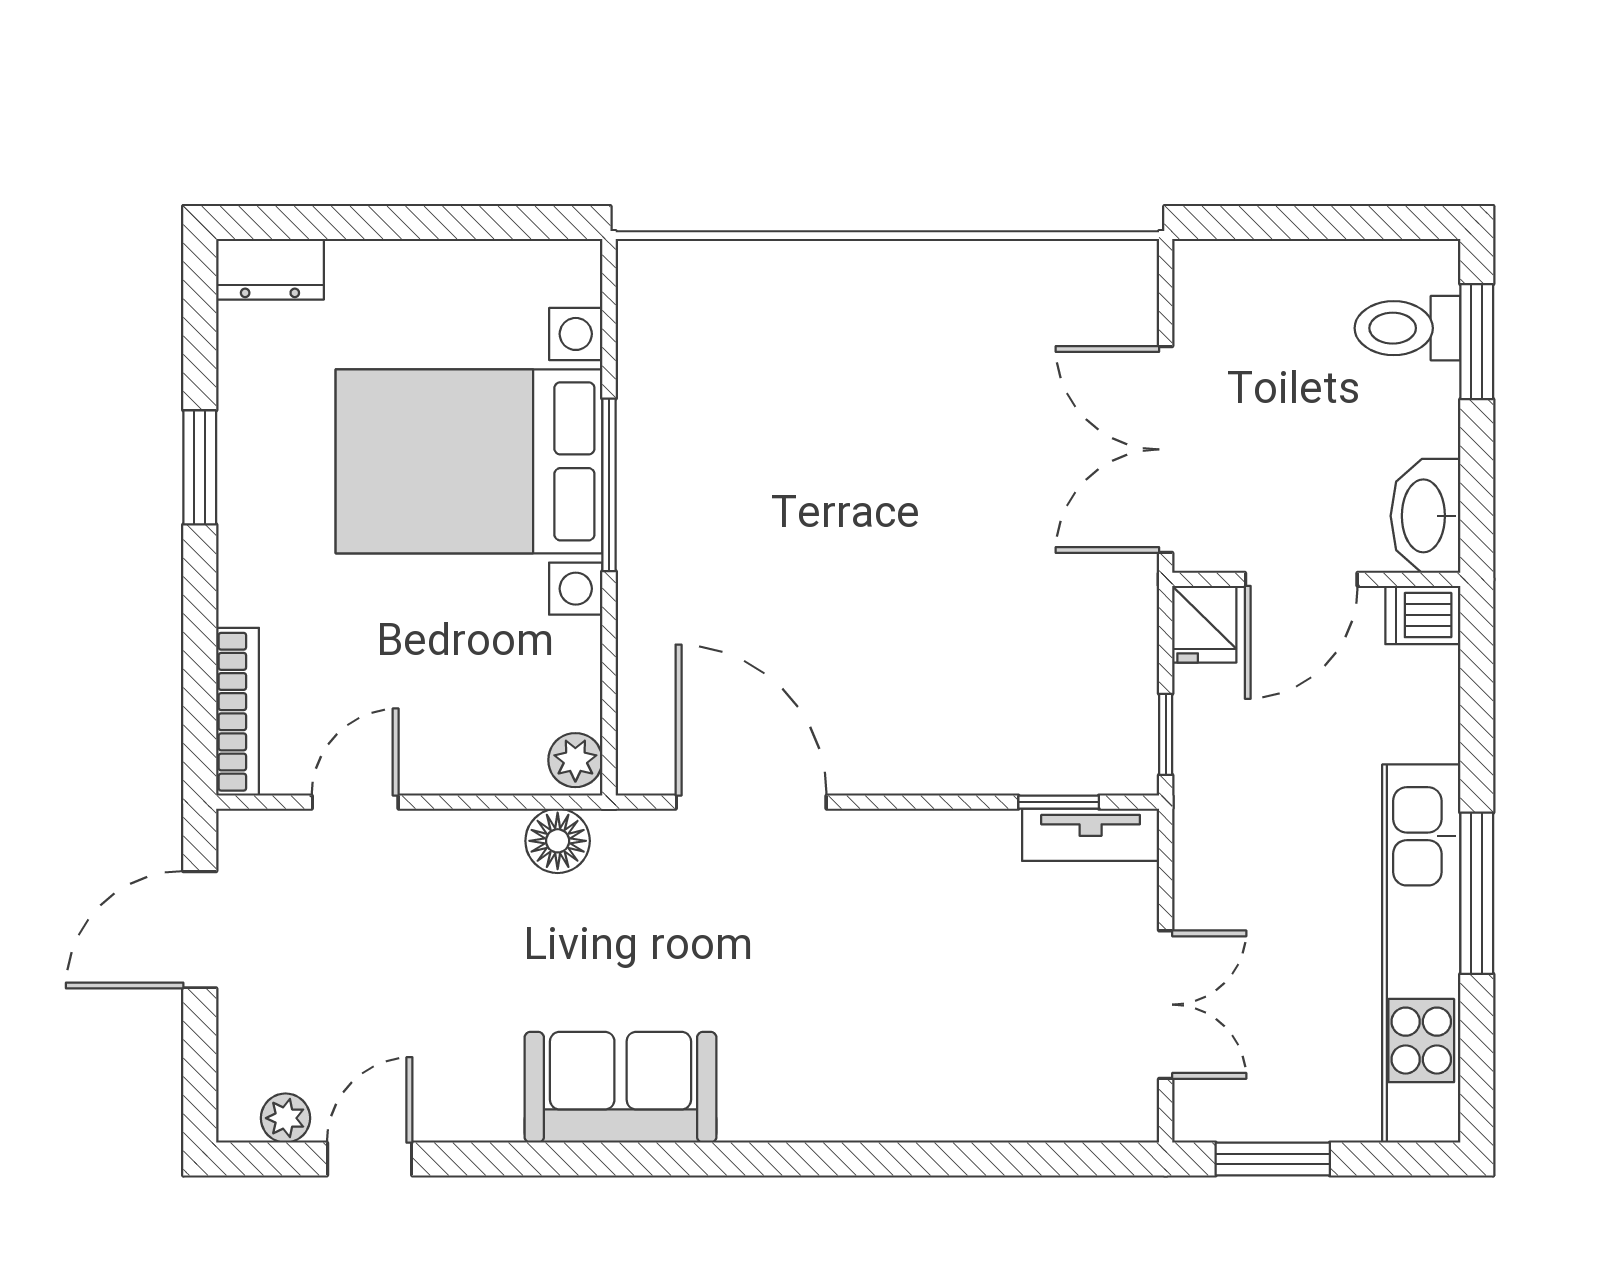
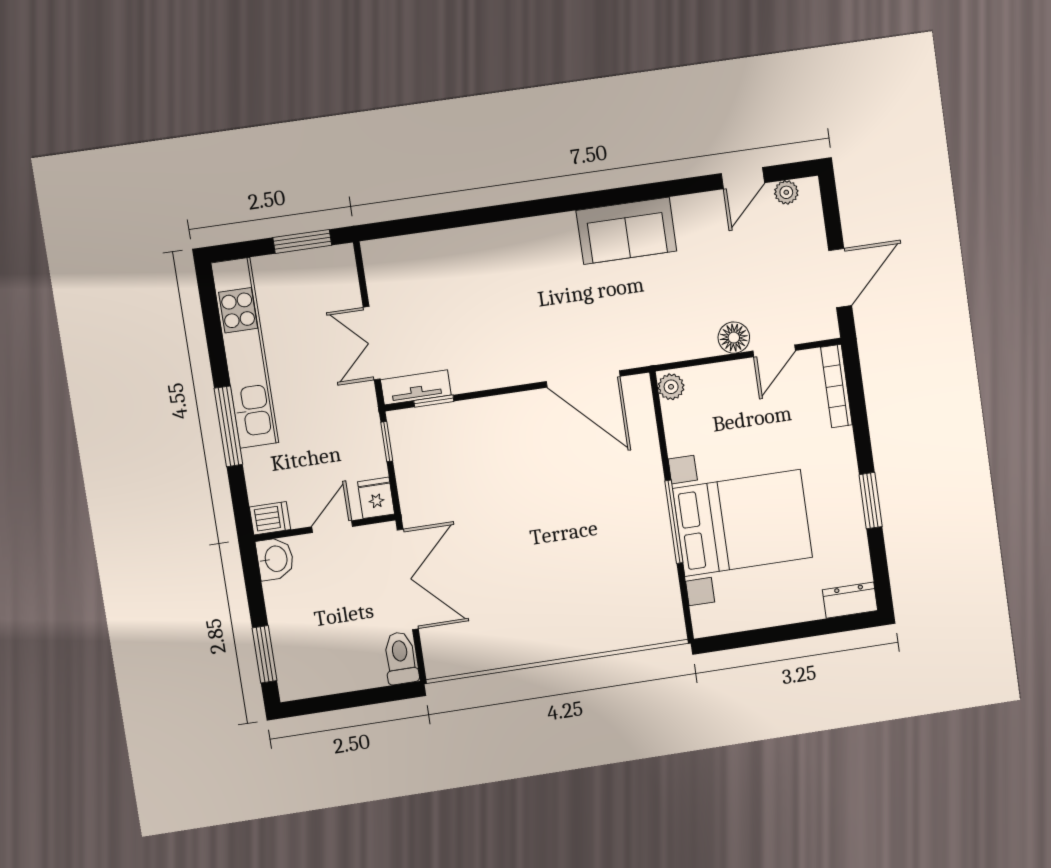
toilet: (1407, 328) -> (401, 658), moved, turned -90
washbasin: (1425, 516) -> (275, 559), width x0.72
door: (1301, 579) -> (332, 527), width x0.73
floor lamp: (558, 841) -> (734, 338), moved
window: (1477, 893) -> (228, 426), moved
double door: (1166, 1005) -> (372, 343), moved

